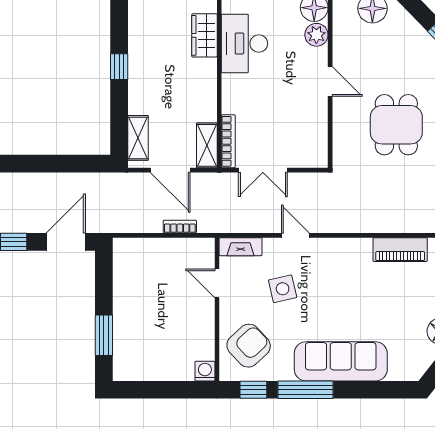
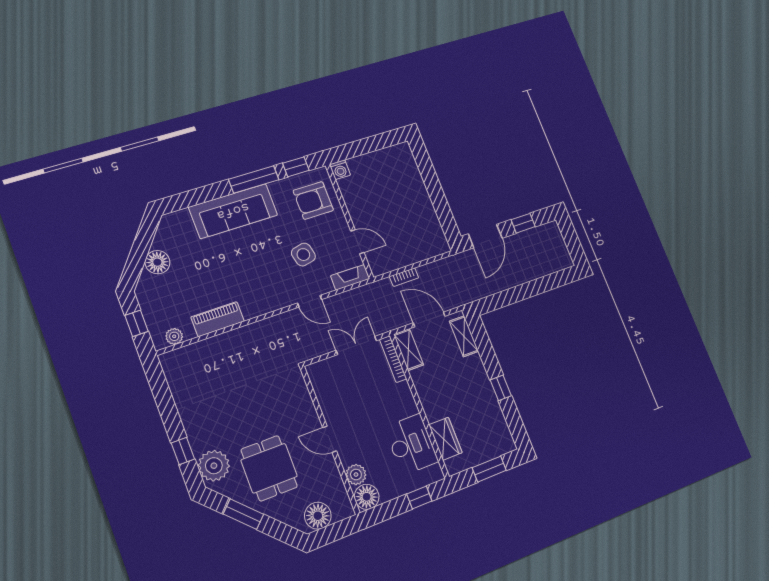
dining table: (396, 125) -> (269, 468), moved
window: (104, 335) -> (428, 174), removed
armchair: (249, 346) -> (313, 200), turned 43

